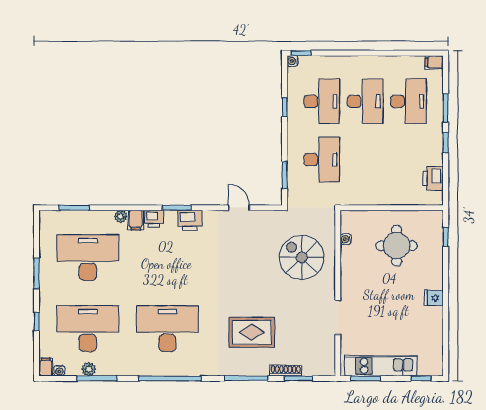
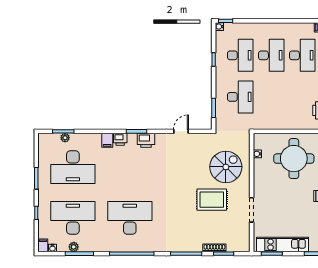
door: (239, 208) -> (181, 131), hinge flipped
plant: (121, 216) -> (65, 138), moved
round table: (397, 246) -> (294, 159), width x1.36, depth x1.36
spiral stairs: (302, 257) -> (226, 167), turned 90
desk: (88, 258) -> (73, 167), turned 180
rug: (252, 332) -> (212, 200), moved

